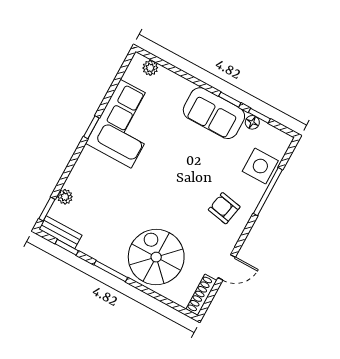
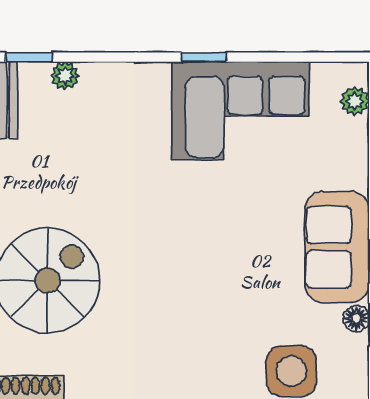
armchair: (224, 208) -> (189, 349), removed

